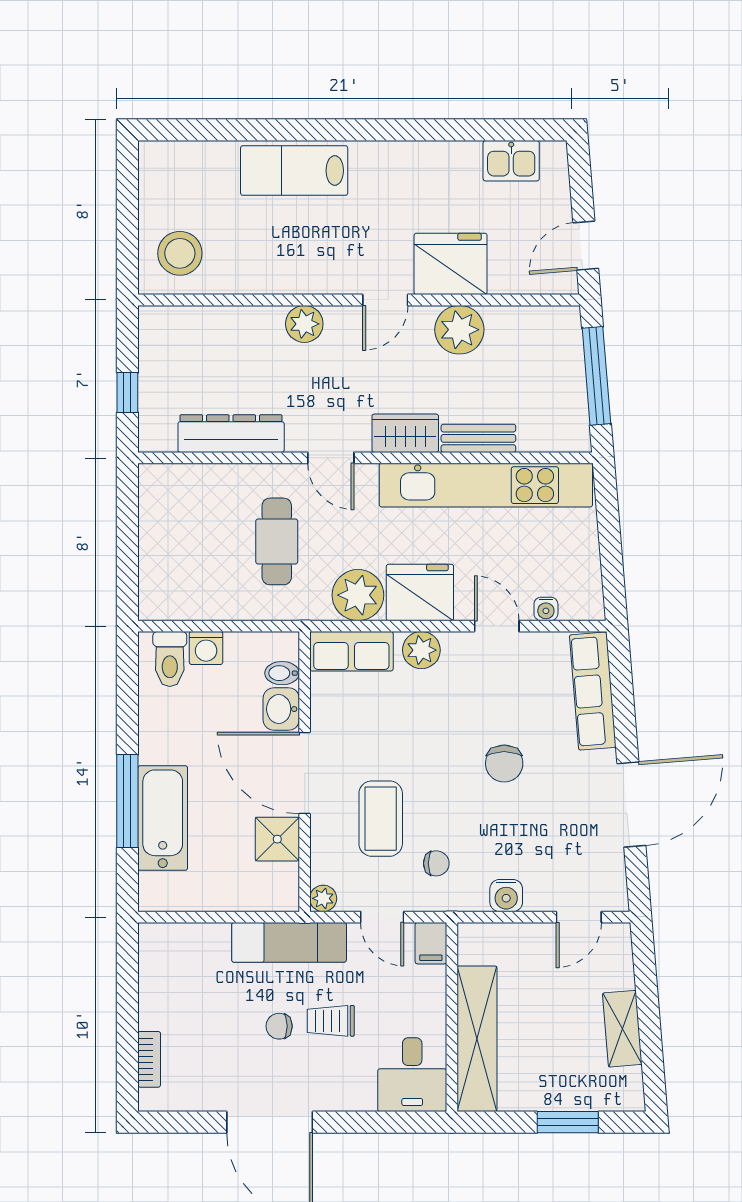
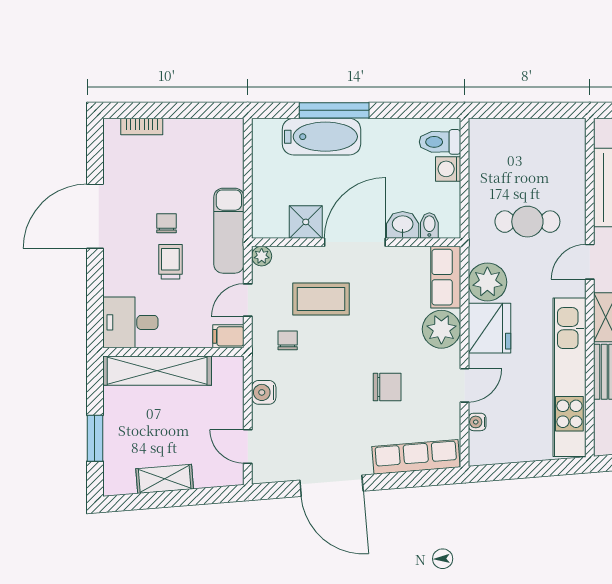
plant: (421, 650) -> (441, 329), width x1.36, depth x1.36
chair: (504, 763) -> (387, 387), moved, turned 180
chair: (436, 863) -> (288, 340), turned 180

